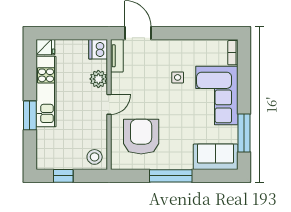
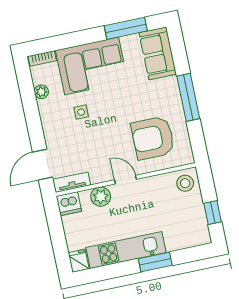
plant: (203, 46) -> (41, 92), added

